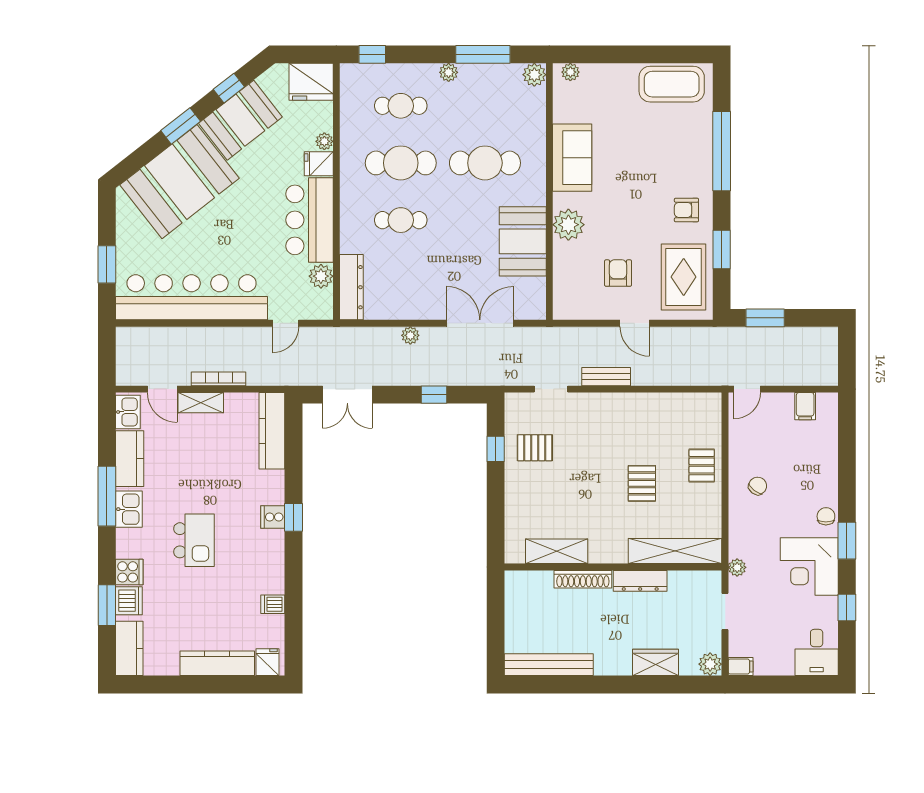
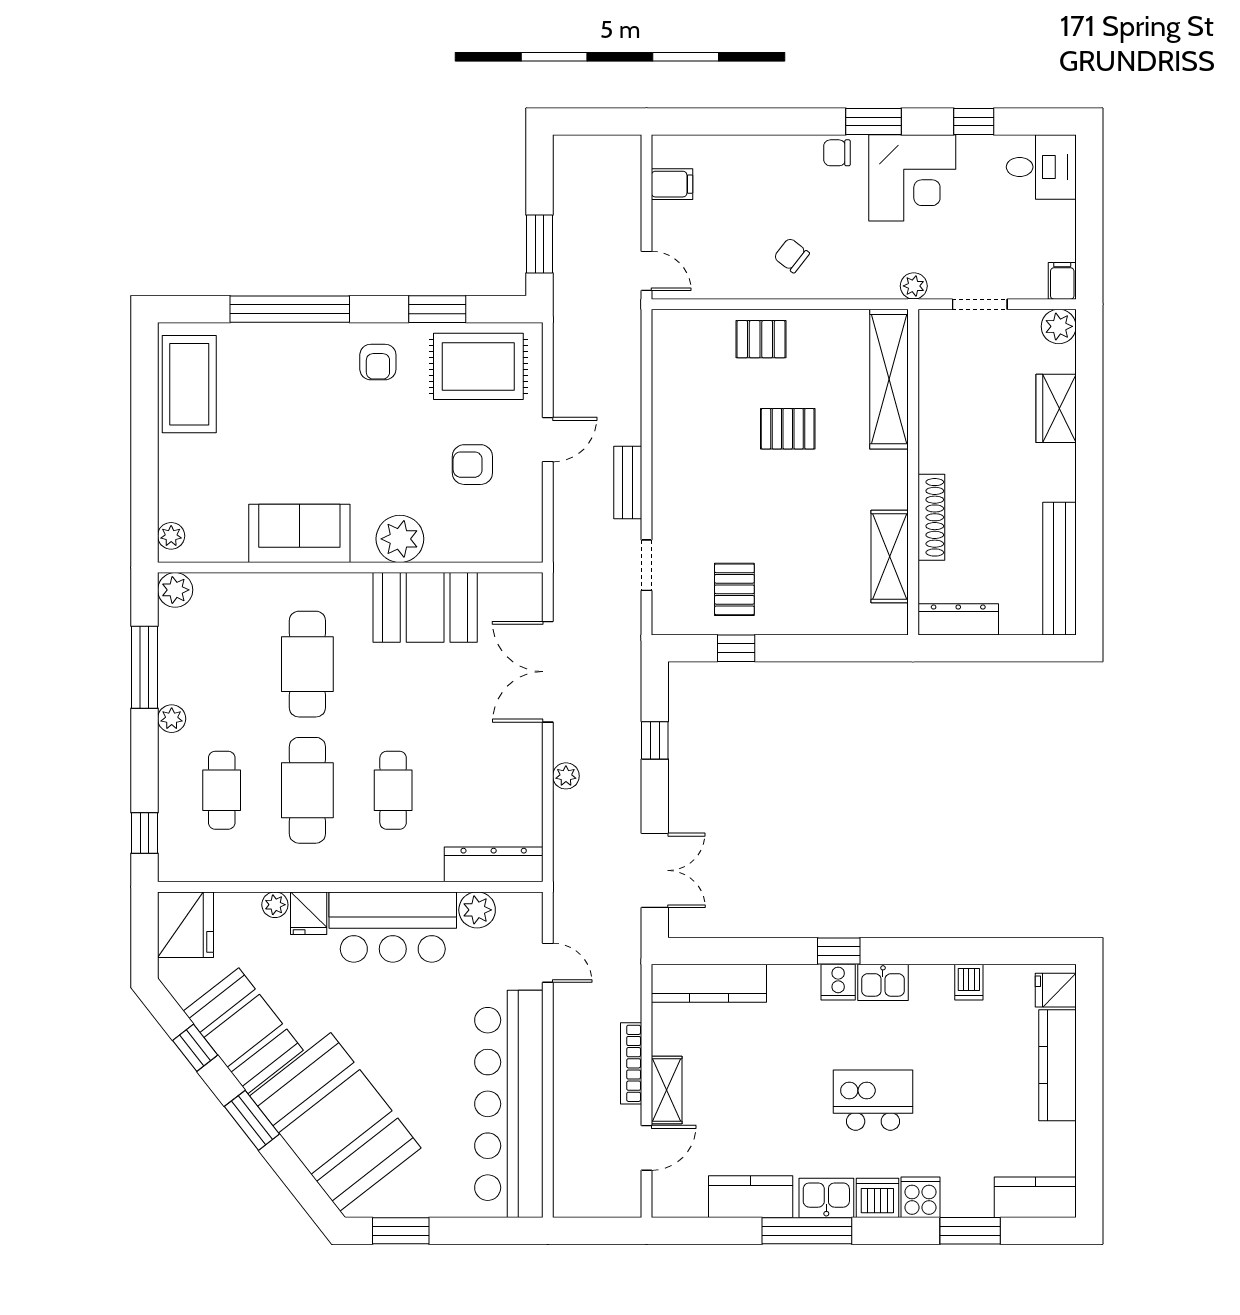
window: (107, 264) -> (401, 1231), moved
kitchen sink: (128, 412) -> (883, 982), moved, turned 180
dresser: (640, 581) -> (958, 619), moved, turned -90
dishwasher: (129, 601) -> (877, 1198), moved

